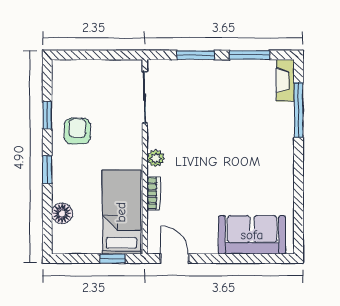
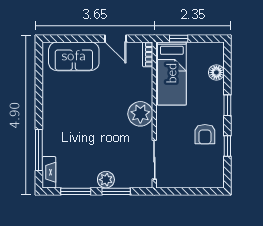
plant: (209, 71) -> (106, 180), added
plant: (156, 158) -> (140, 114), width x1.87, depth x1.87
bookcase: (154, 193) -> (148, 54), moved
door: (175, 259) -> (115, 39), moved

